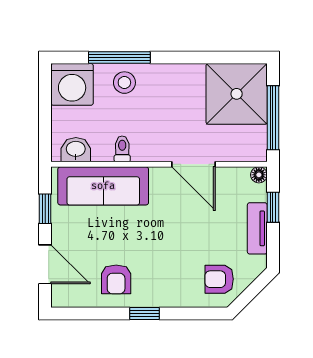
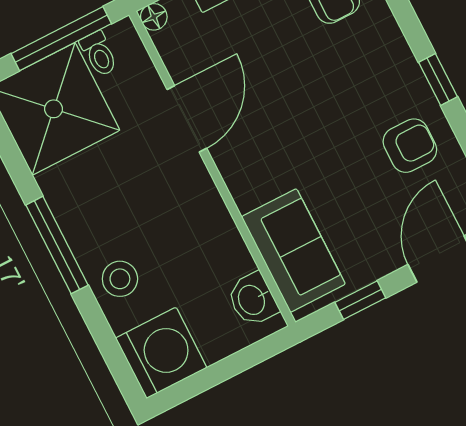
window: (119, 57) -> (57, 245), moved
toilet: (122, 149) -> (99, 54), moved, turned -90
sofa: (103, 186) -> (293, 250), width x0.73

